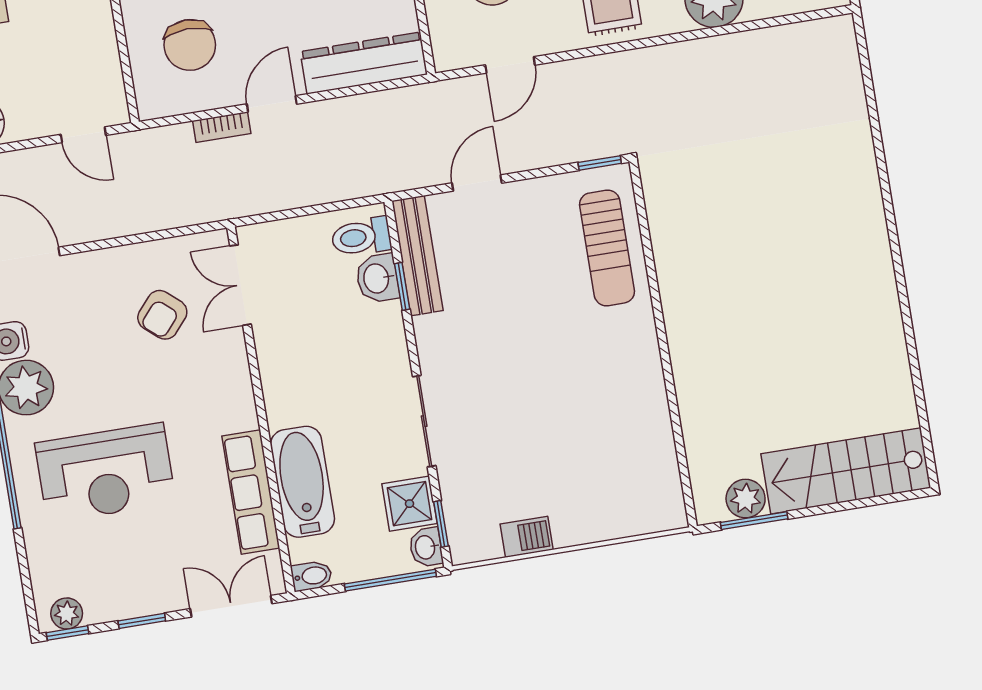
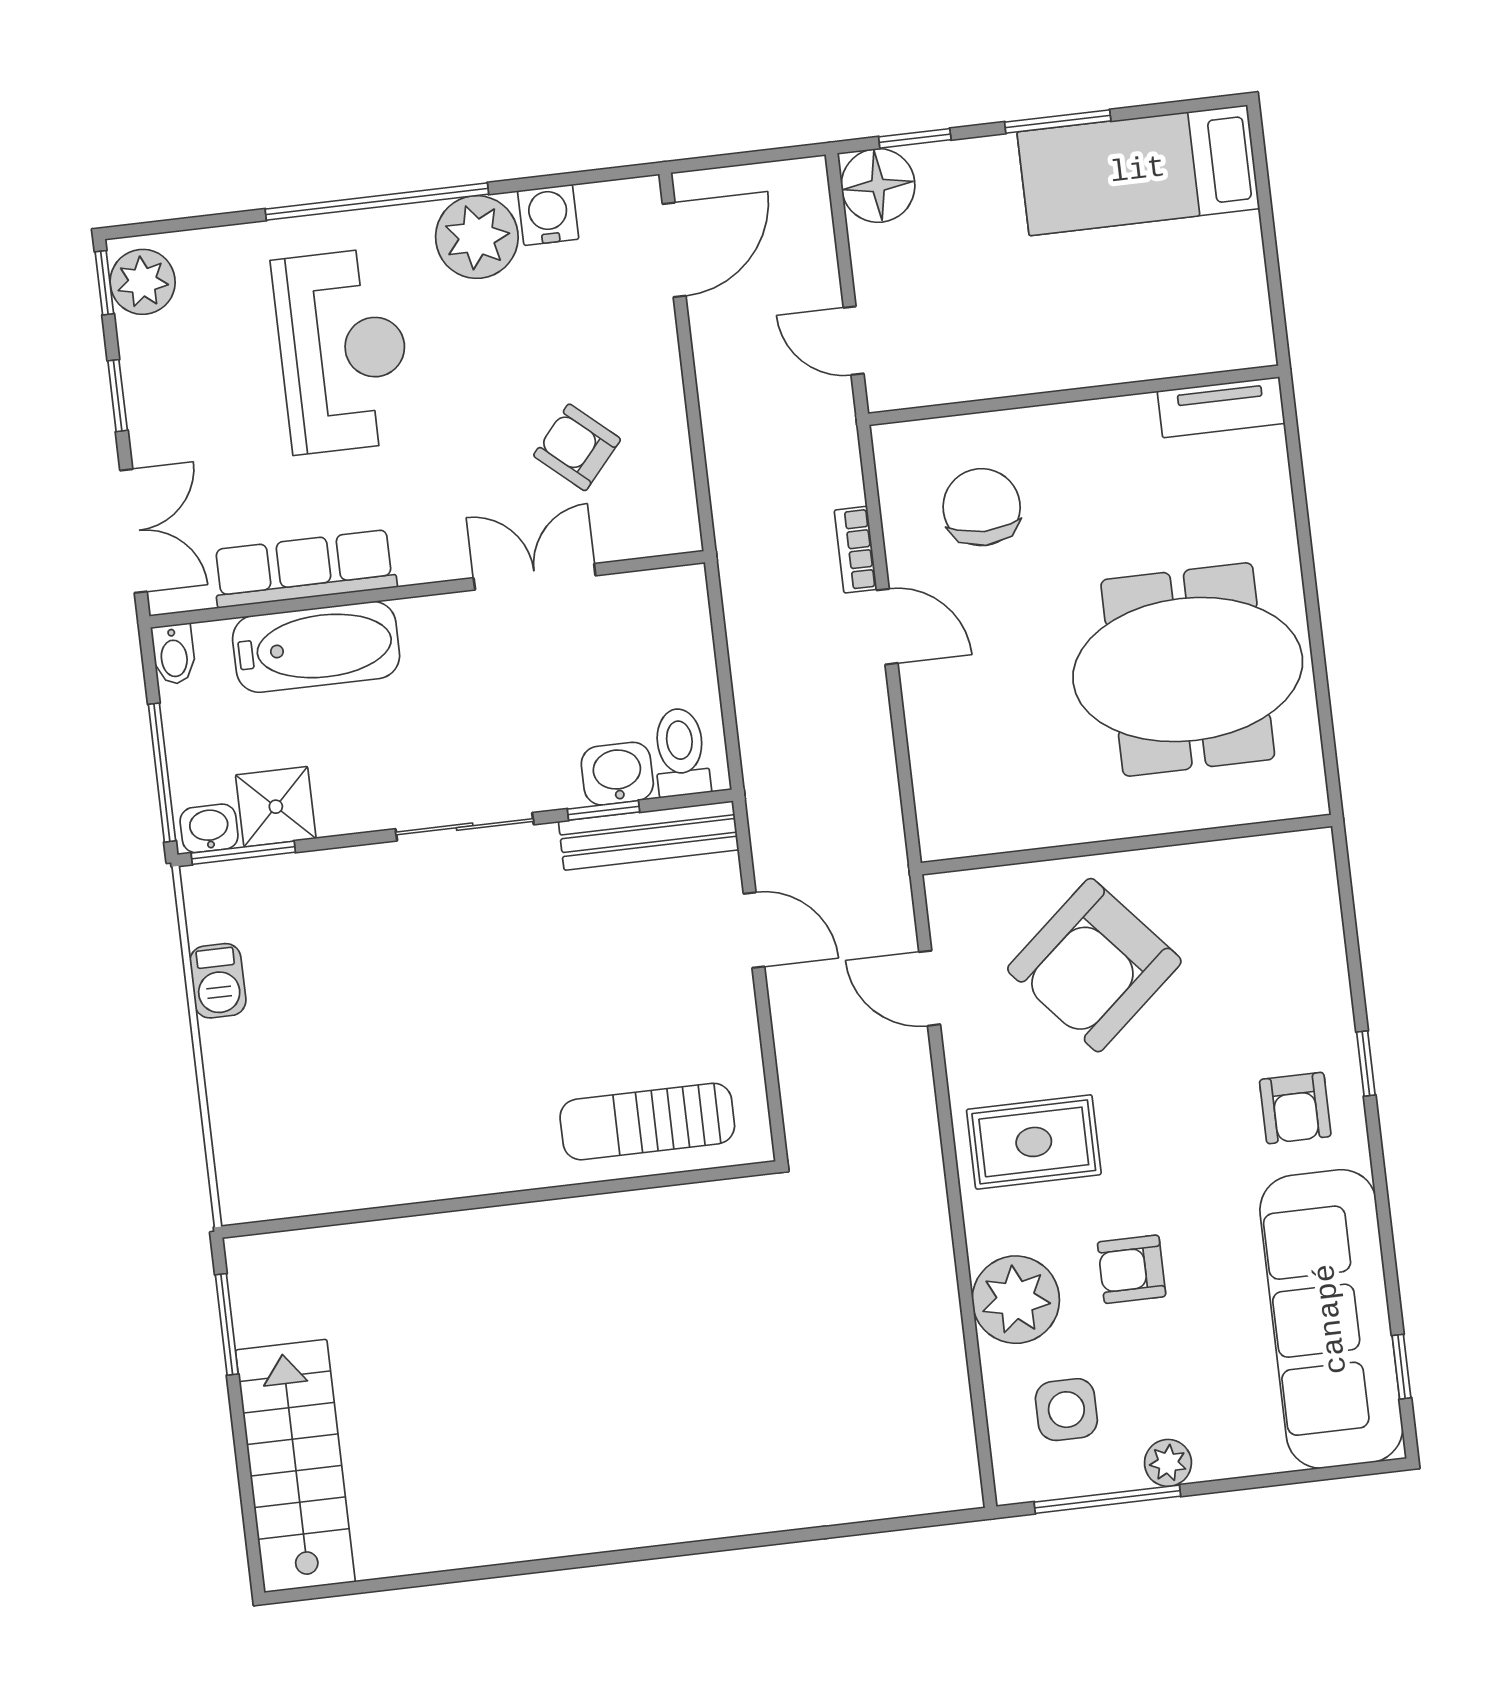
chair: (190, 45) -> (982, 507), turned 91
dresser: (364, 63) -> (942, 768), removed
door: (83, 135) -> (854, 341), hinge flipped
window: (600, 163) -> (776, 1116), removed
double door: (240, 285) -> (535, 577), moved
sliding door: (424, 421) -> (465, 827), moved
reception desk: (105, 473) -> (343, 351), turned 180
plant: (746, 499) -> (260, 1313), removed
window: (441, 524) -> (243, 853), width x1.50
plant: (67, 613) -> (143, 282), width x1.38, depth x1.38

